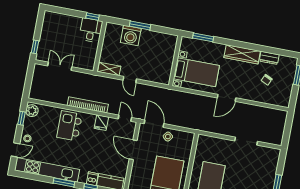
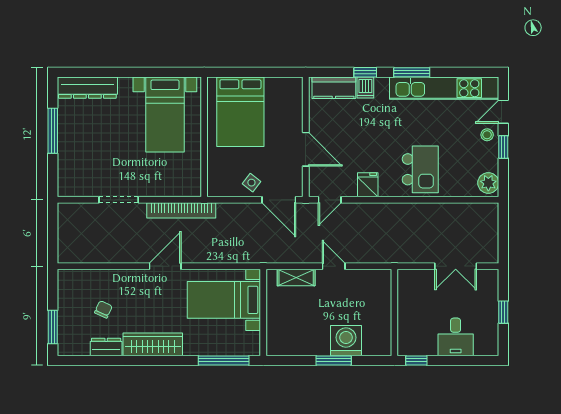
desk: (91, 30) -> (456, 337), moved
window: (203, 37) -> (224, 360), width x1.44
window: (35, 47) -> (503, 312), moved
shelving: (109, 69) -> (296, 277), moved
bookcase: (88, 105) -> (181, 210), moved
window: (22, 118) -> (503, 147), moved
door: (125, 118) -> (330, 200), hinge flipped

